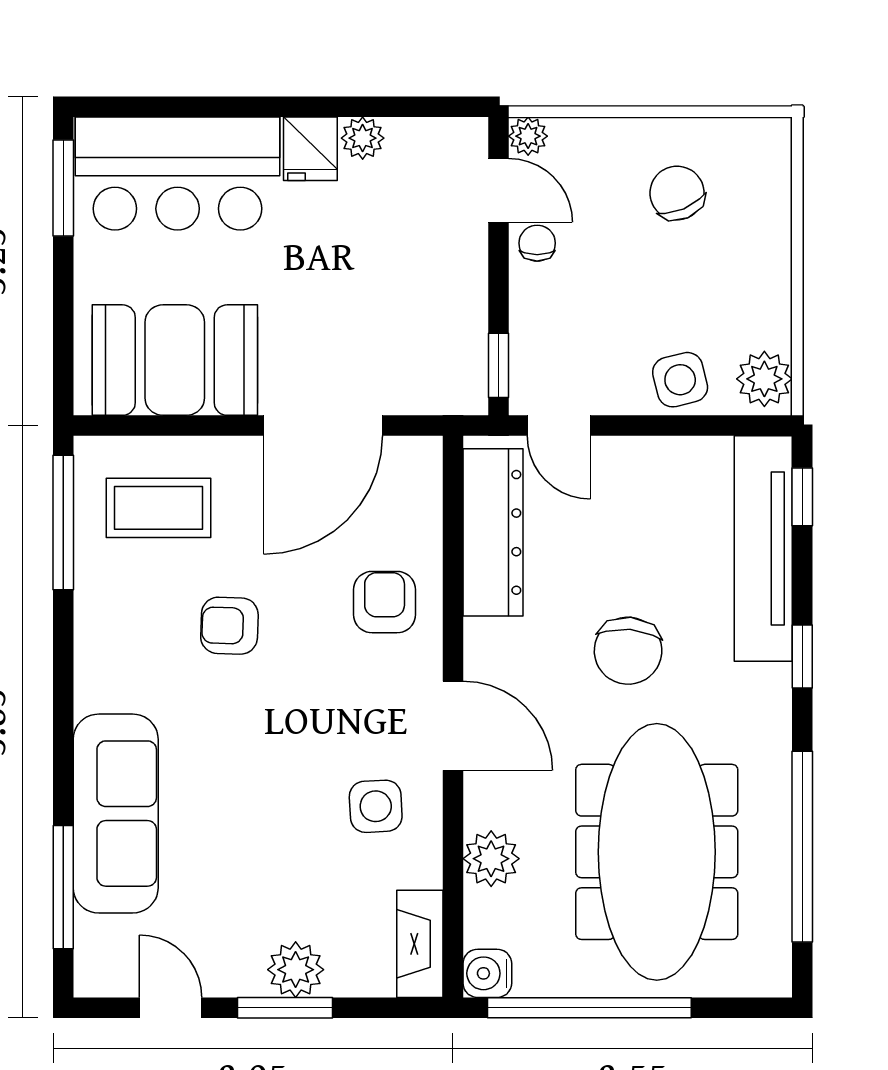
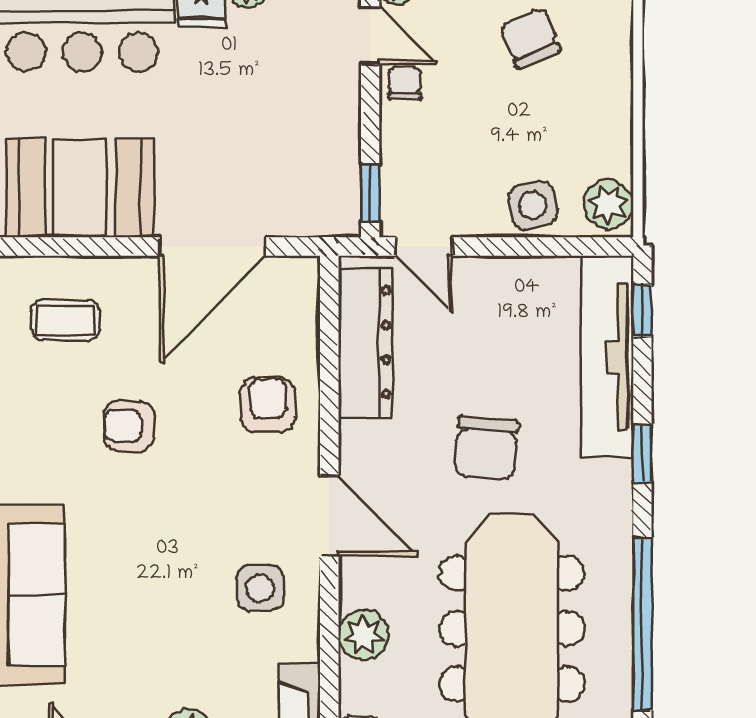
coffee table: (159, 508) -> (65, 320), width x0.73, depth x0.77

